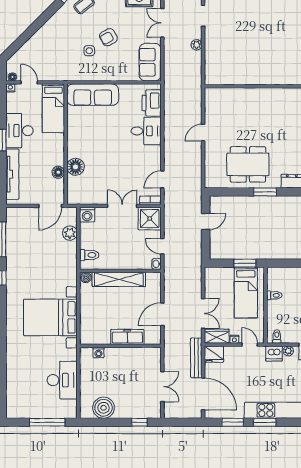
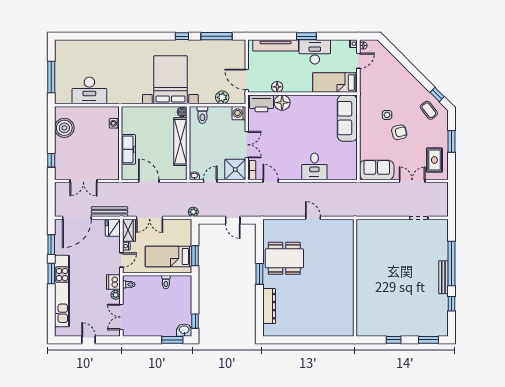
armchair: (108, 37) -> (399, 132), turned 105
plant: (197, 45) -> (193, 212), moved
printer: (152, 103) -> (261, 103), moved, turned 180
dining table: (248, 164) -> (284, 258), turned 90
bed with nightstands: (50, 317) -> (170, 80), moved

